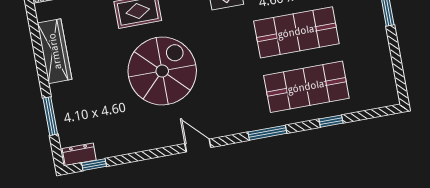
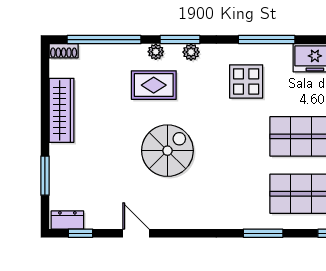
spiral stairs: (162, 71) -> (167, 151), width x0.73, depth x0.73
door: (198, 145) -> (136, 233), moved

